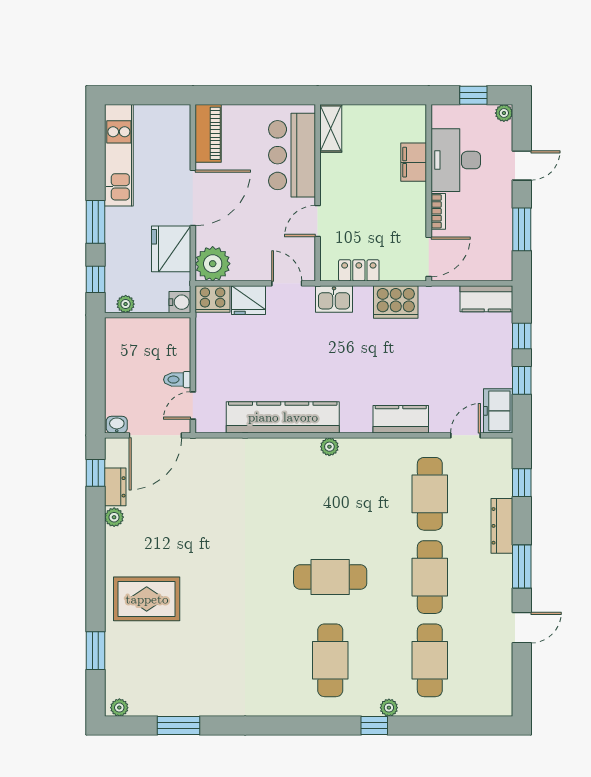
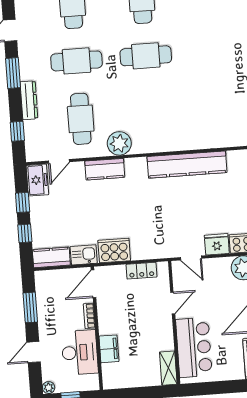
kitchen sink: (334, 299) -> (84, 255), moved
plant: (329, 447) -> (119, 143), moved, width x1.87, depth x1.87
cafe table: (430, 577) -> (76, 61), turned 90

